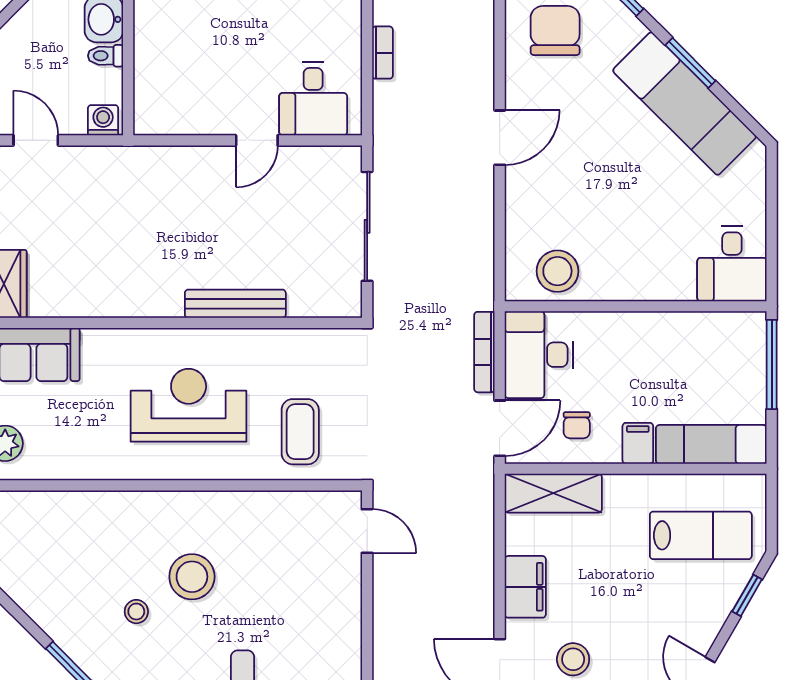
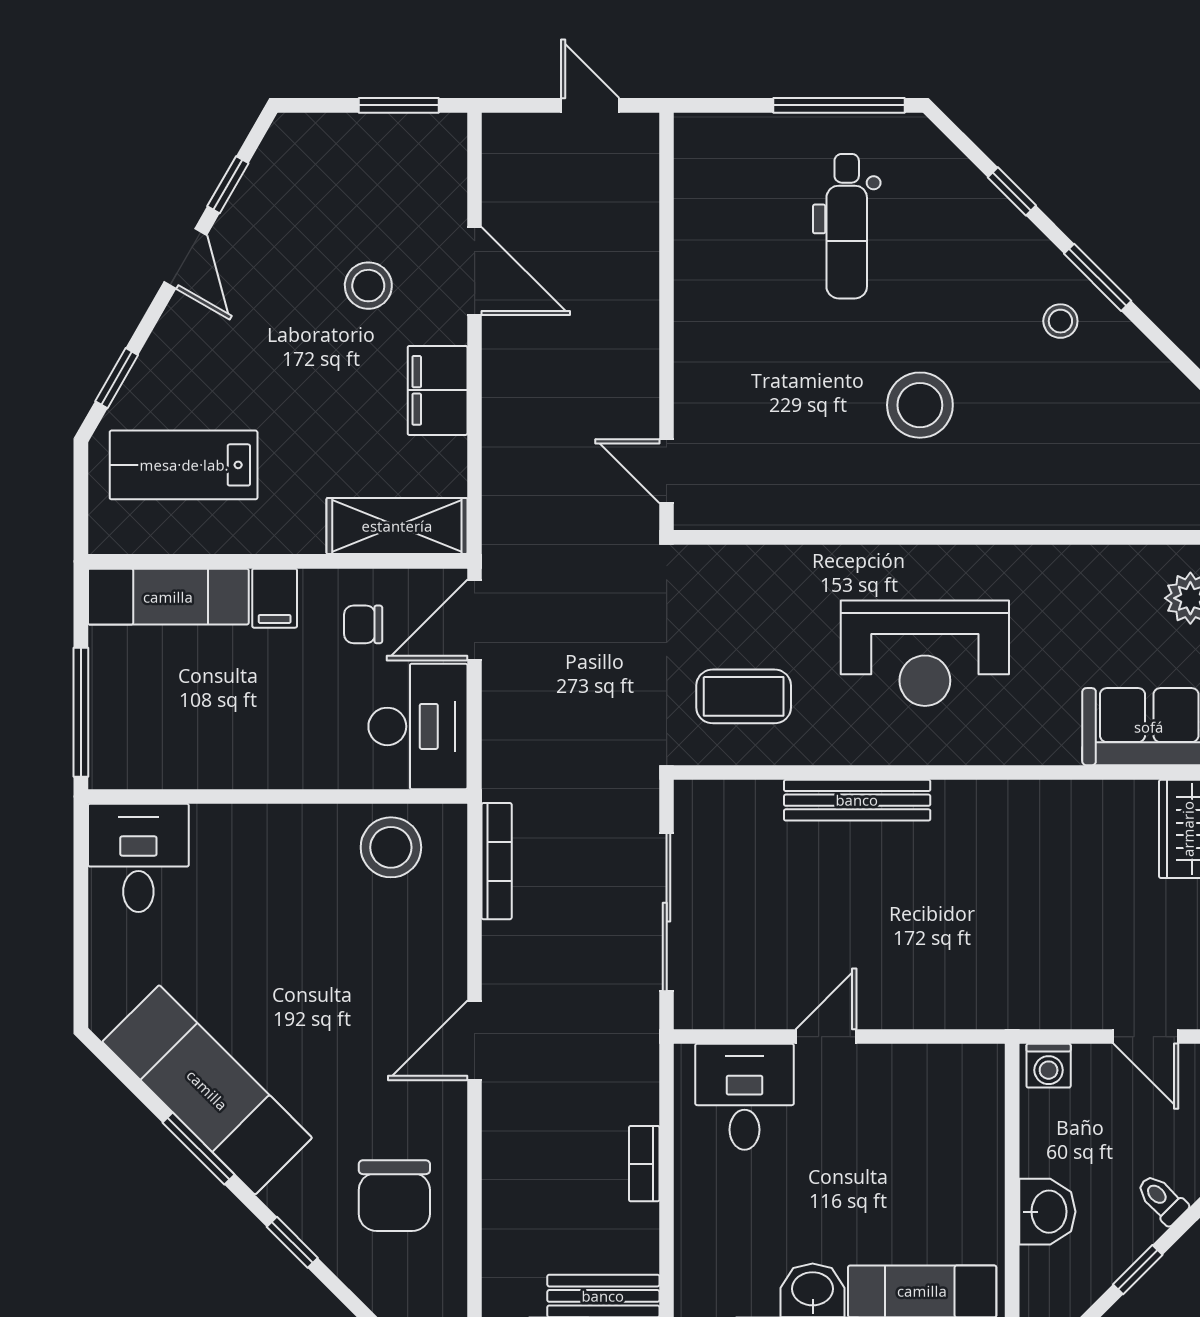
toilet: (106, 56) -> (1162, 1199), moved, turned -135
bookcase: (484, 352) -> (497, 861), moved
chair: (577, 425) -> (363, 624), turned -90
coffee table: (300, 432) -> (744, 696), moved, turned 90
stool: (136, 612) -> (1060, 321), moved

